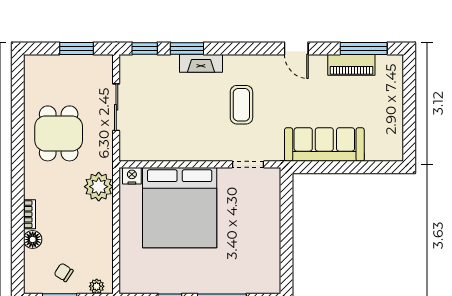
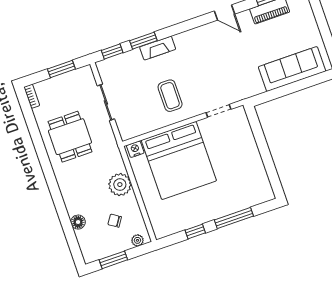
coffee table: (241, 105) -> (170, 96), moved
sofa: (324, 145) -> (292, 69), moved
plant: (99, 187) -> (120, 185), moved
bookcase: (29, 214) -> (32, 96), moved
chair: (64, 272) -> (115, 221), moved

